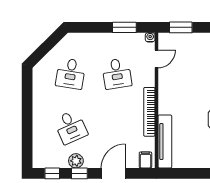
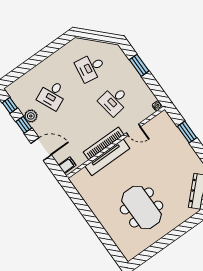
window: (124, 27) -> (139, 65), moved
window: (181, 27) -> (187, 132), moved
door: (156, 59) -> (133, 130), moved
tv unit: (165, 141) -> (107, 157), moved

